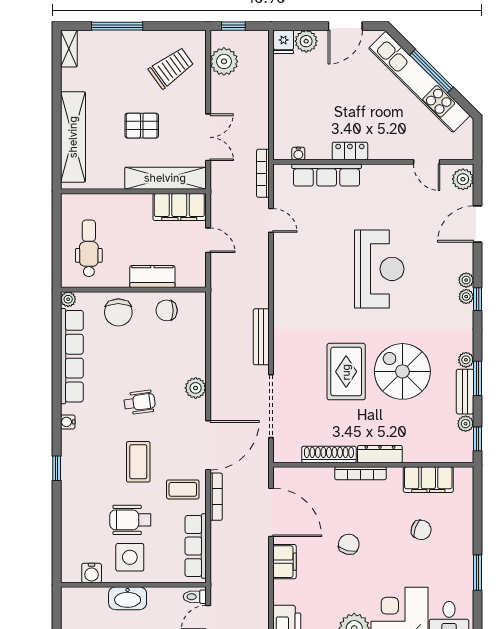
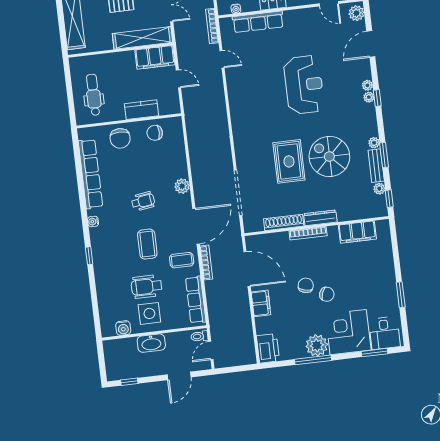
plant: (68, 299) -> (83, 133), removed
bench: (261, 337) -> (225, 144), removed
chair: (421, 530) -> (327, 294), moved

